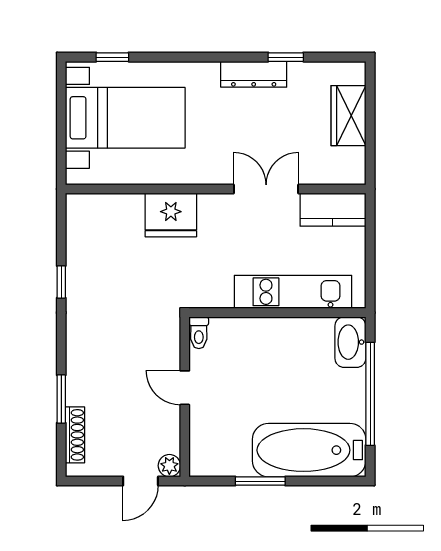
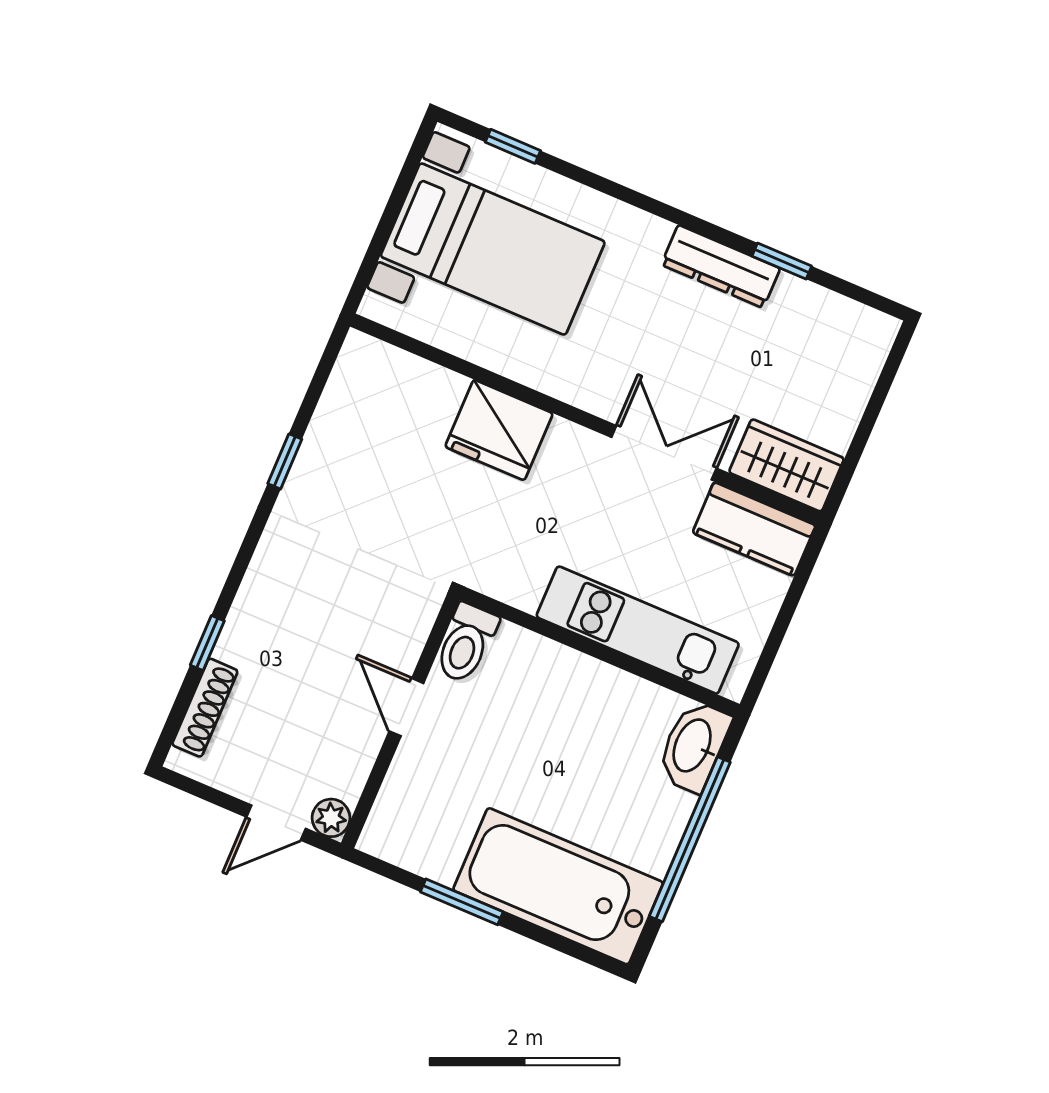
wardrobe: (348, 116) -> (787, 465), moved, turned 90
toilet: (199, 333) -> (466, 643), width x1.37, depth x1.39
window: (61, 399) -> (207, 643), width x0.67

